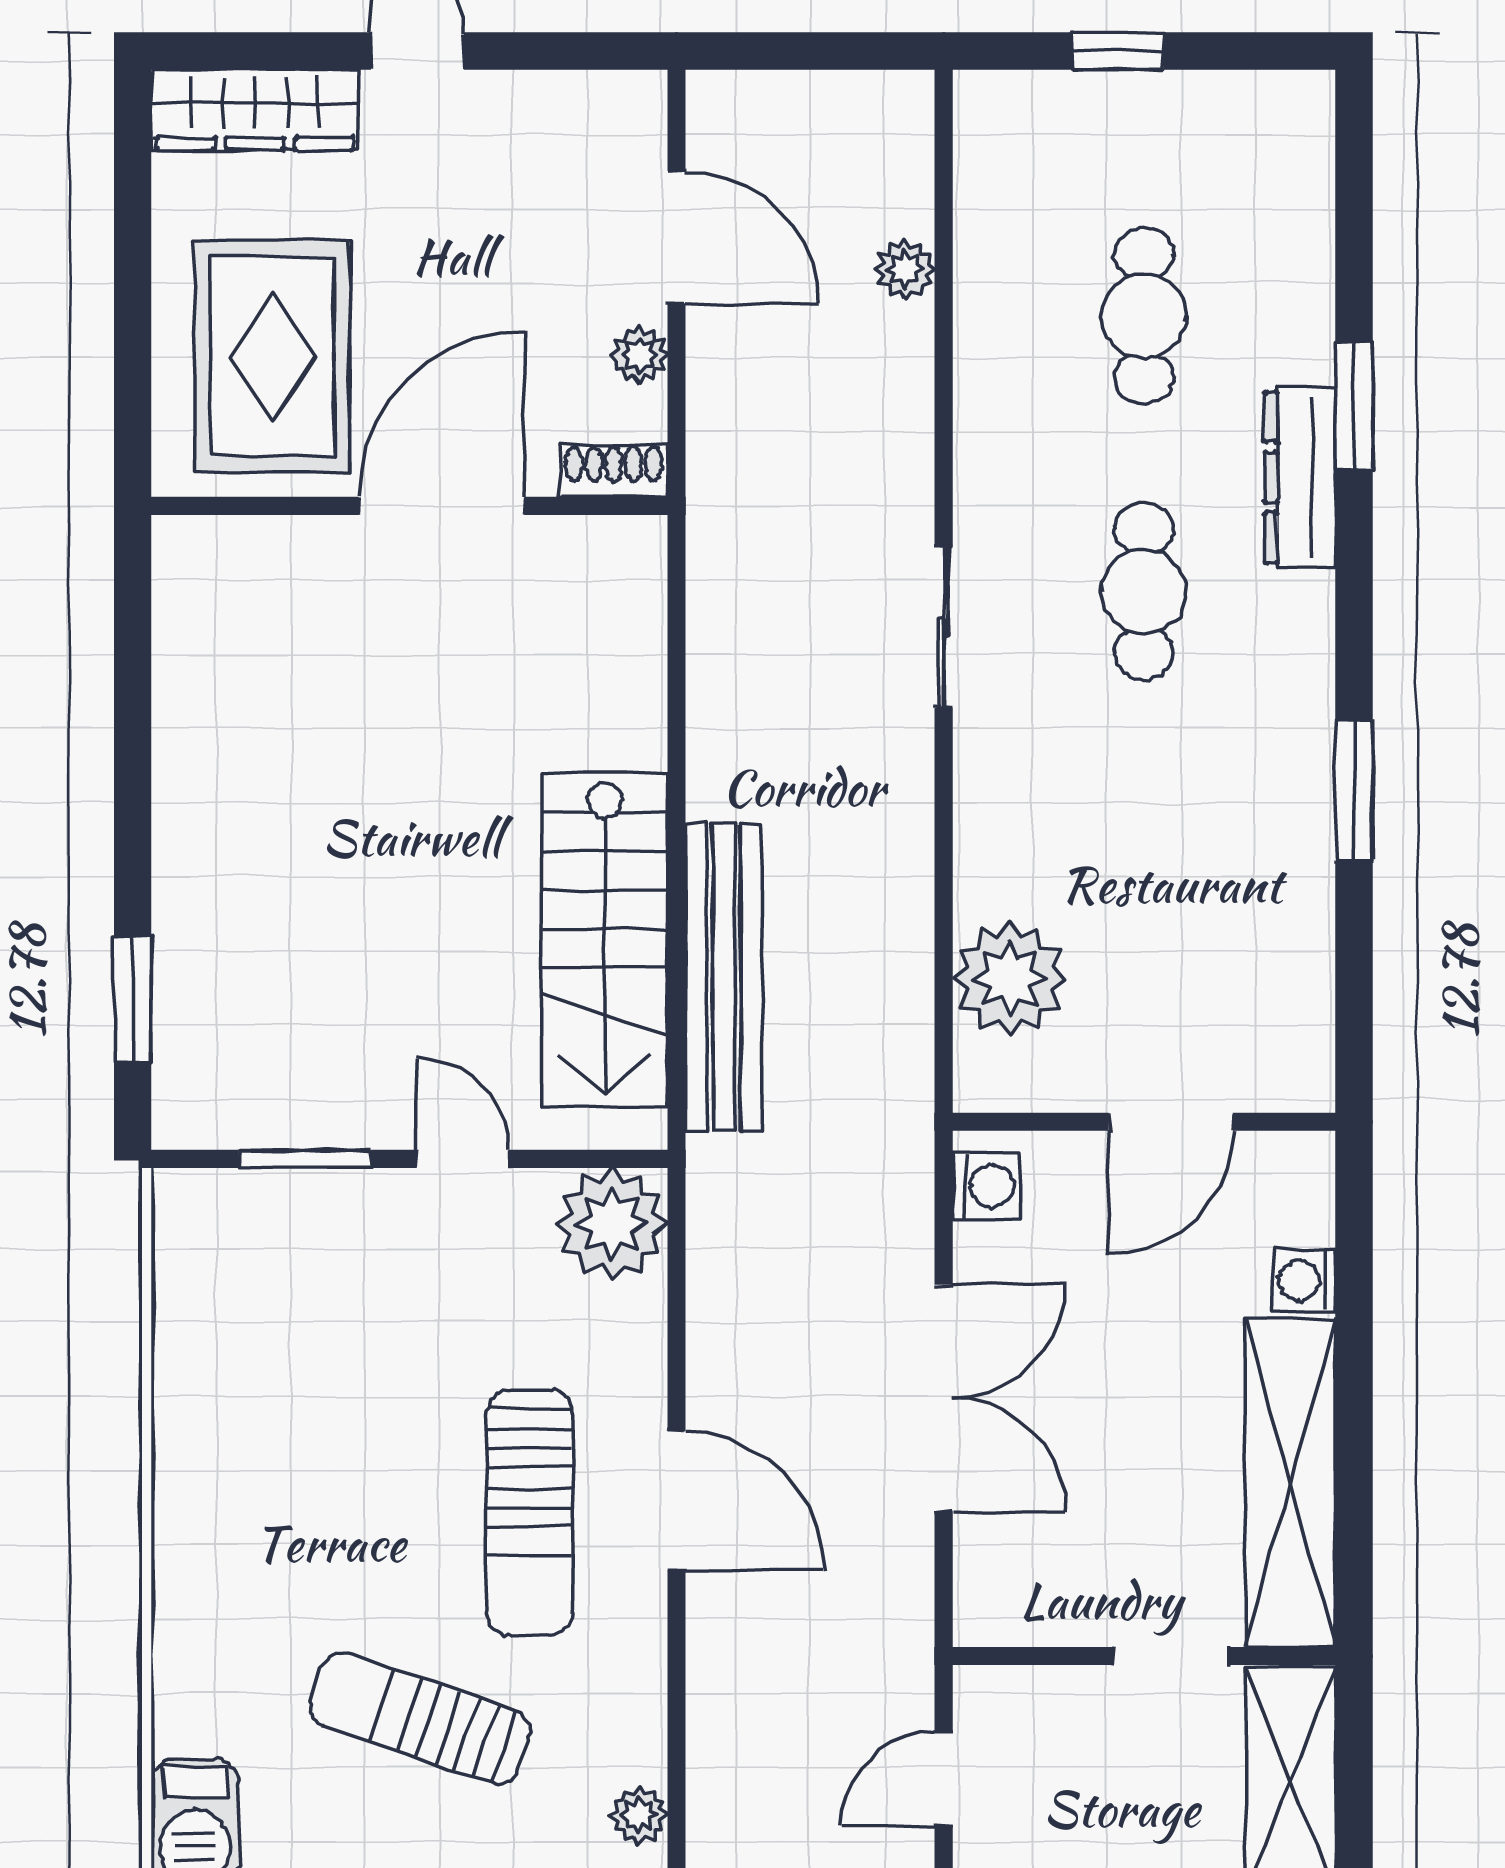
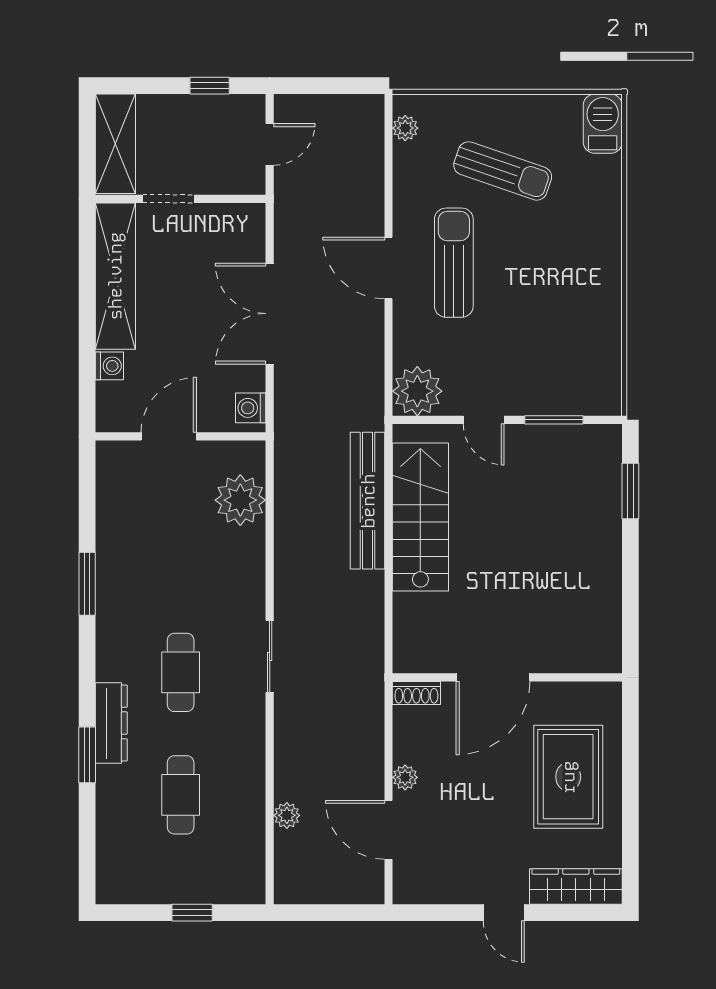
shoe rack: (614, 471) -> (416, 693), moved
wall: (409, 506) -> (507, 677), moved
door: (441, 506) -> (493, 677), moved

